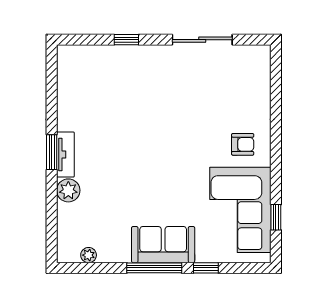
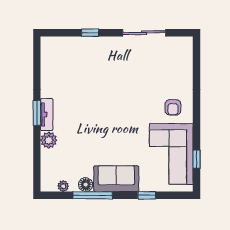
armchair: (243, 144) -> (173, 107), turned 90
floor lamp: (120, 253) -> (86, 185), added
window: (154, 268) -> (93, 195), moved

